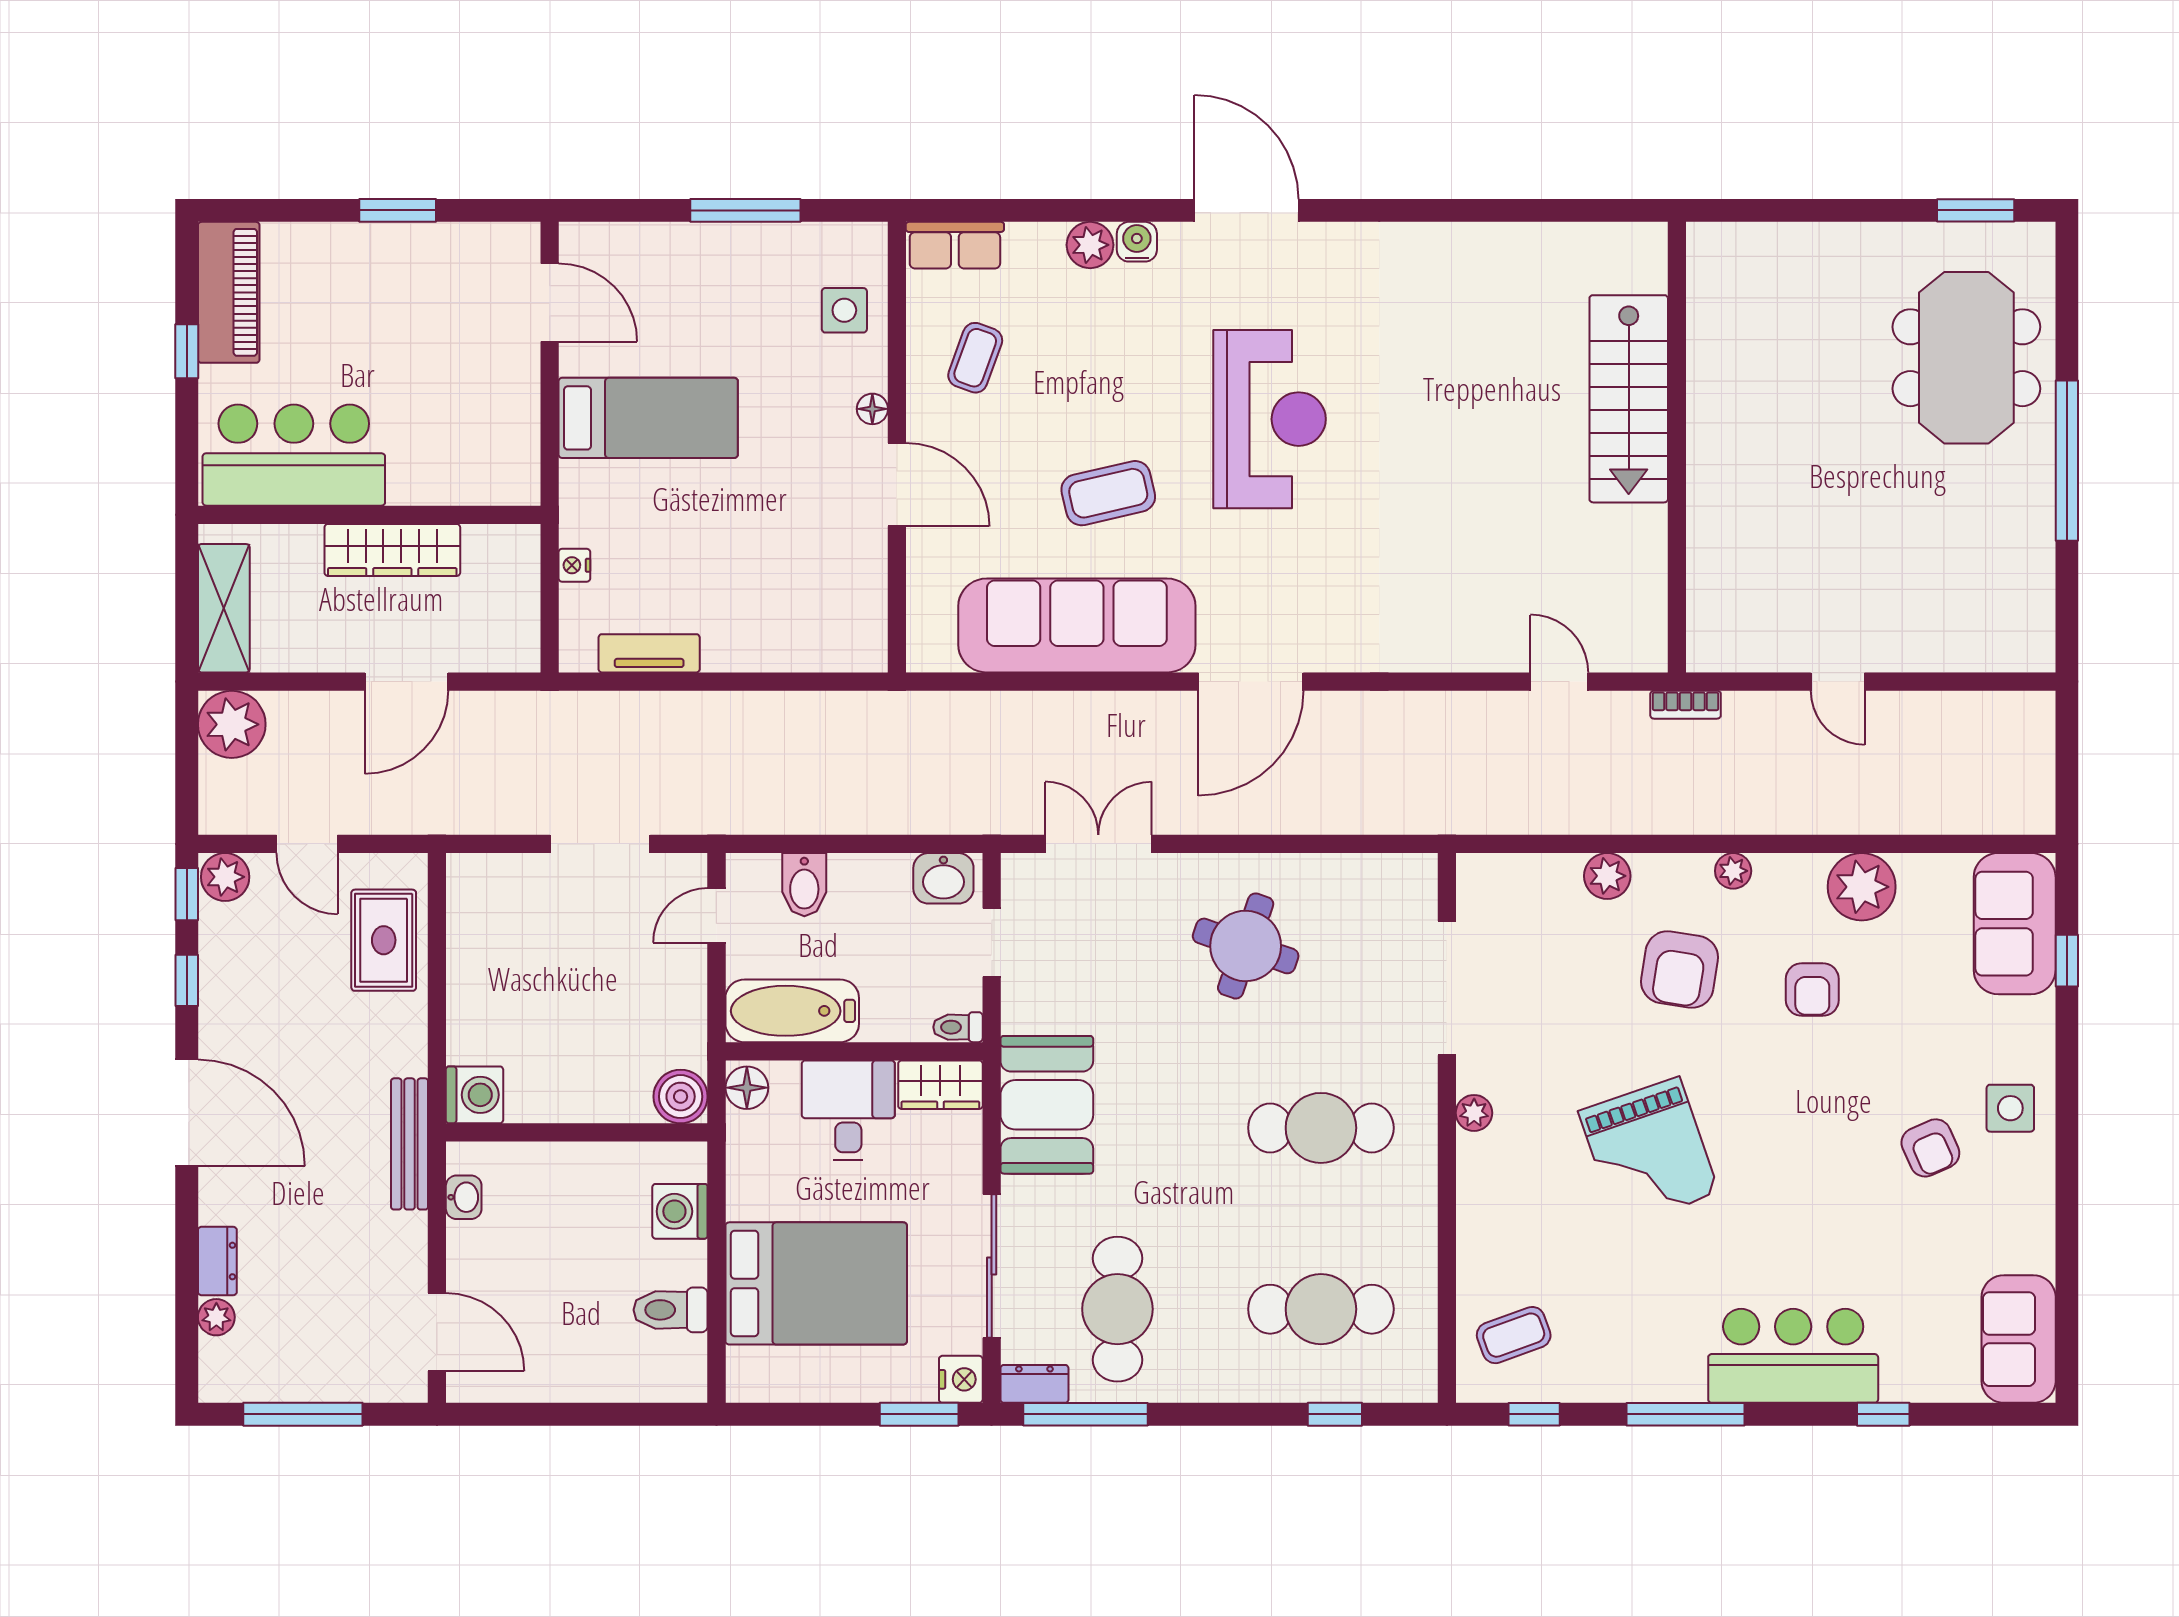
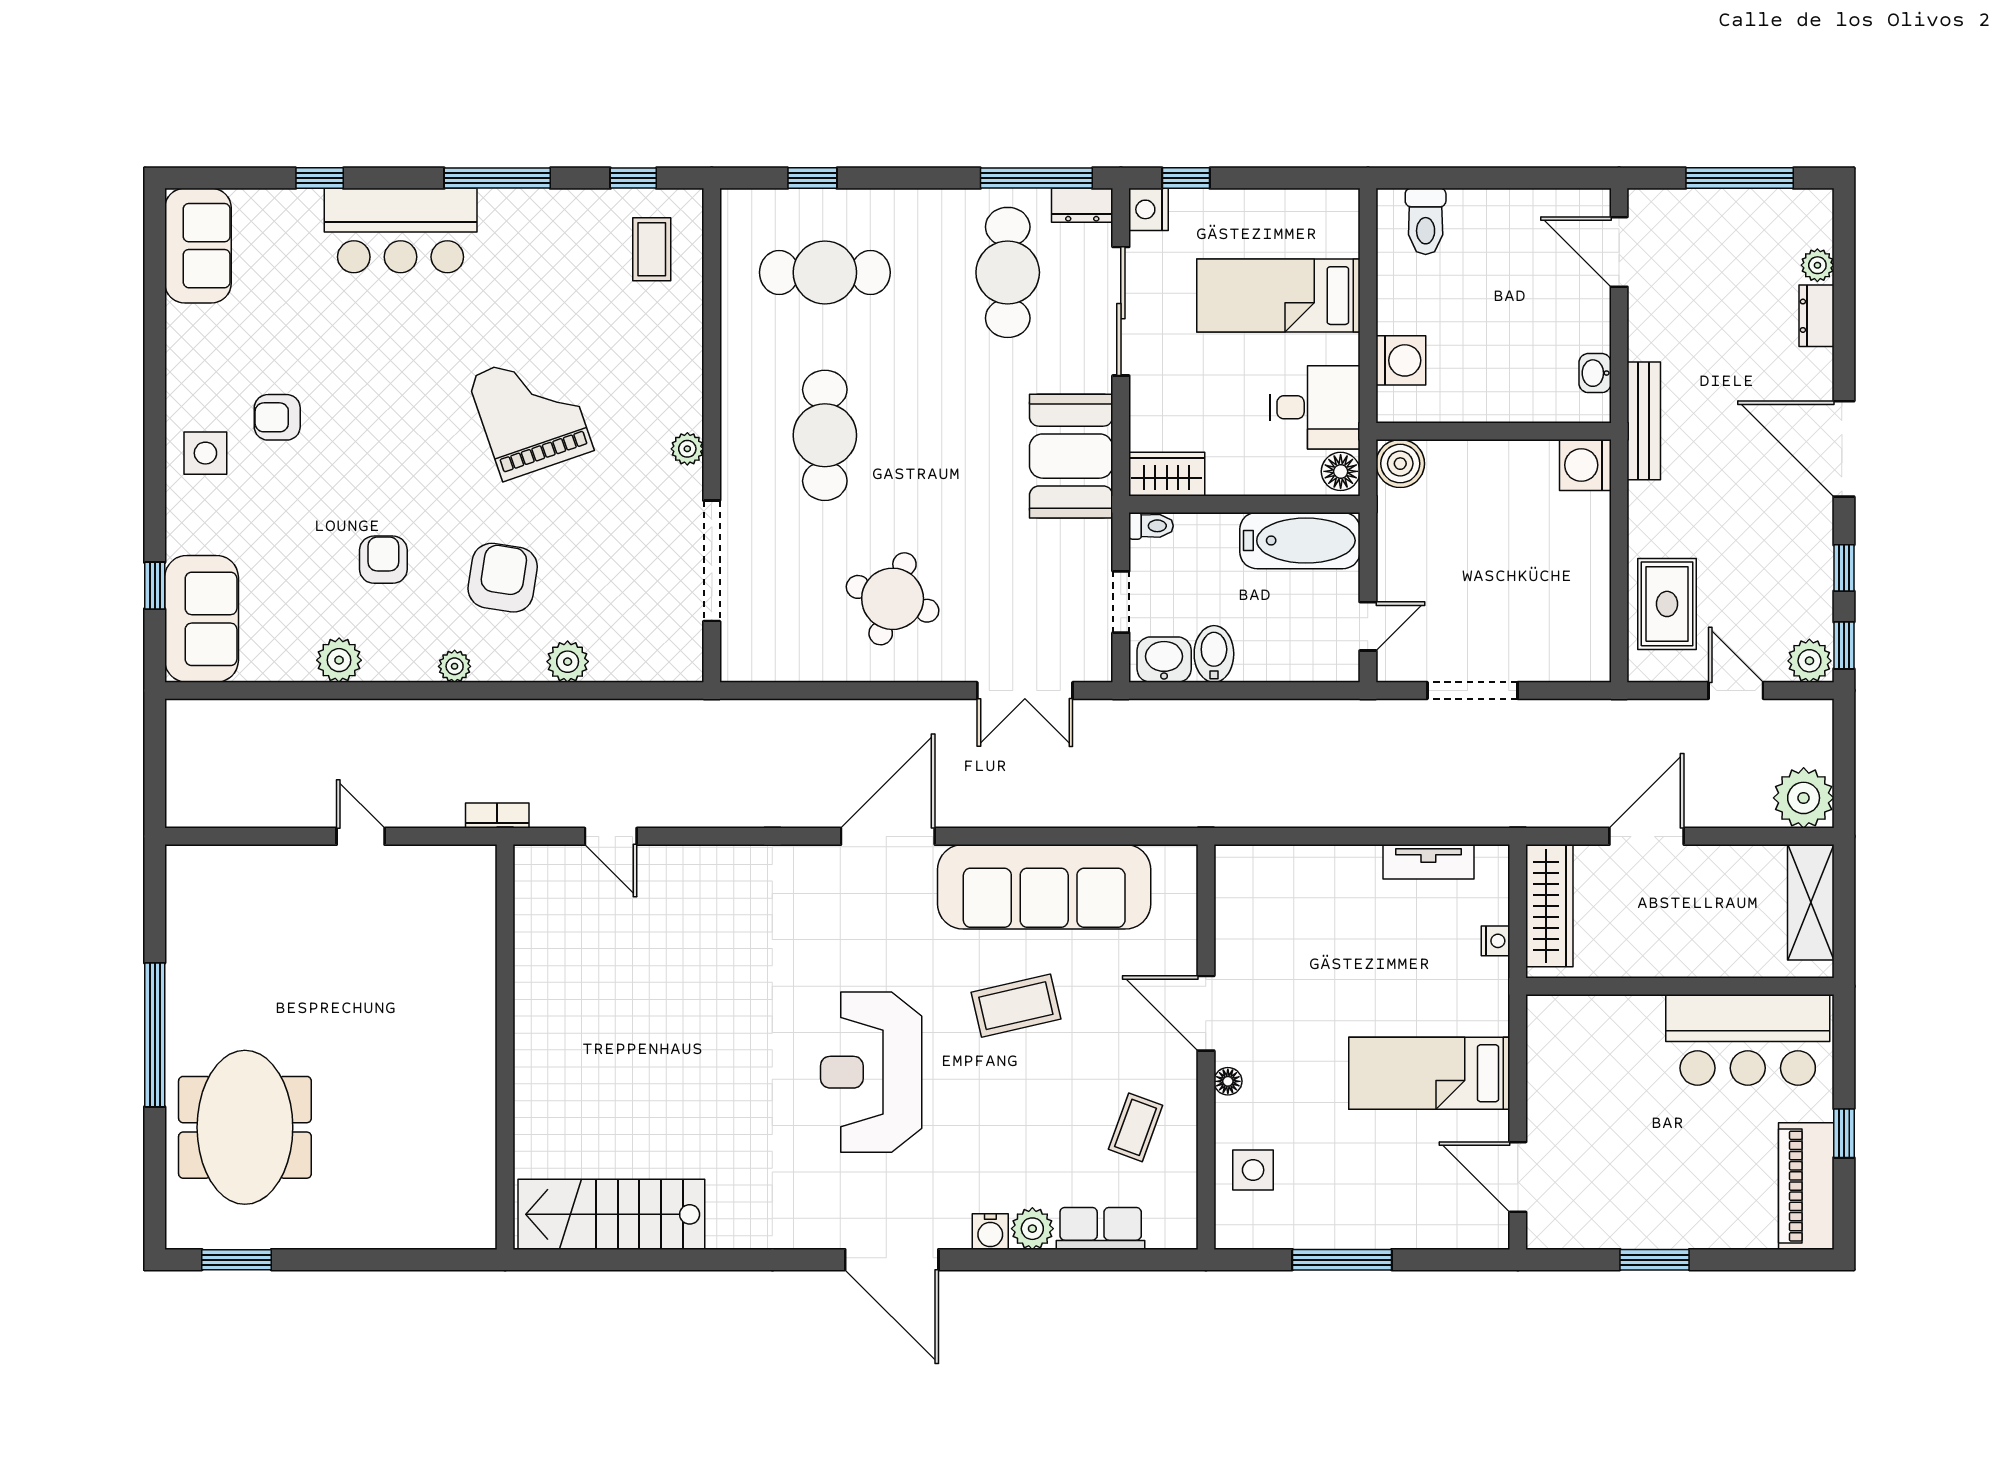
row of seats: (955, 245) -> (1101, 1228), moved
stairs: (1629, 399) -> (611, 1214), moved, turned -90
wardrobe: (392, 550) -> (1549, 906), moved, turned 90
bidet: (804, 885) -> (1214, 654), moved
plant: (1862, 887) -> (339, 660), width x0.73, depth x0.73
desk: (848, 1110) -> (1315, 407), moved, turned -90
cafe table: (1321, 1128) -> (825, 435), turned 90
armchair: (1930, 1148) -> (277, 417), turned -66
bed: (816, 1283) -> (1278, 296), width x0.67
toilet: (671, 1310) -> (1426, 221), moved, turned 90
coffee table: (1514, 1335) -> (652, 249), turned -70
window: (919, 1414) -> (1186, 178), width x0.67

